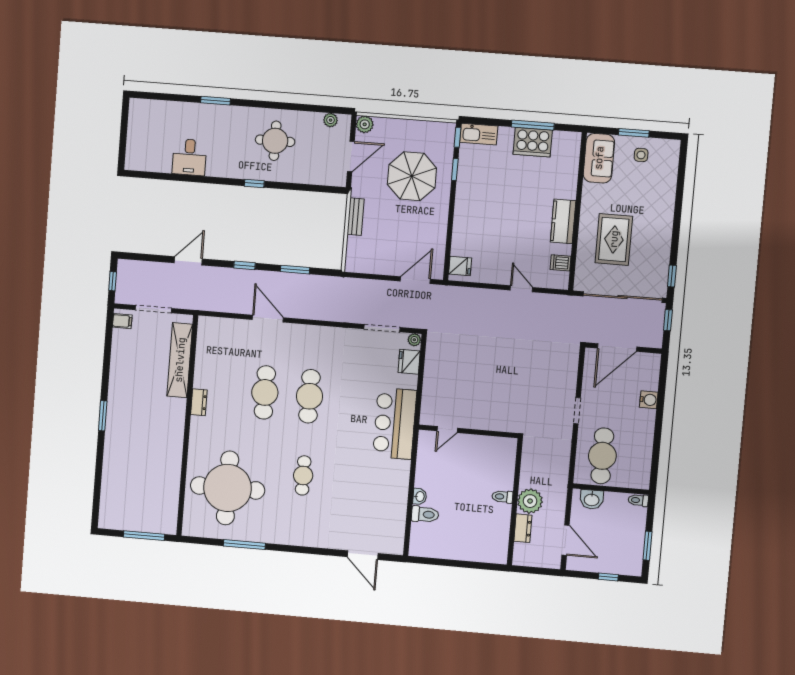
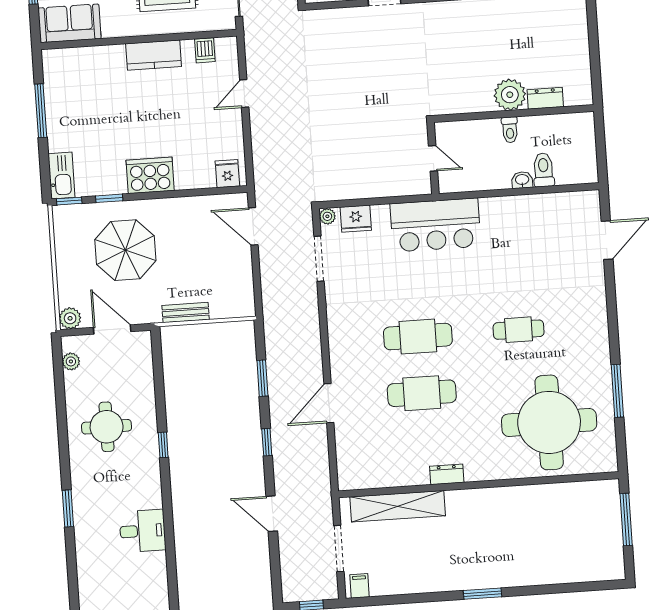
cooker: (533, 142) -> (150, 175), moved, turned -90
toilet: (502, 497) -> (510, 130), moved
plant: (530, 501) -> (510, 95), moved
wall: (515, 502) -> (514, 113), moved
dresser: (523, 528) -> (545, 98), moved

